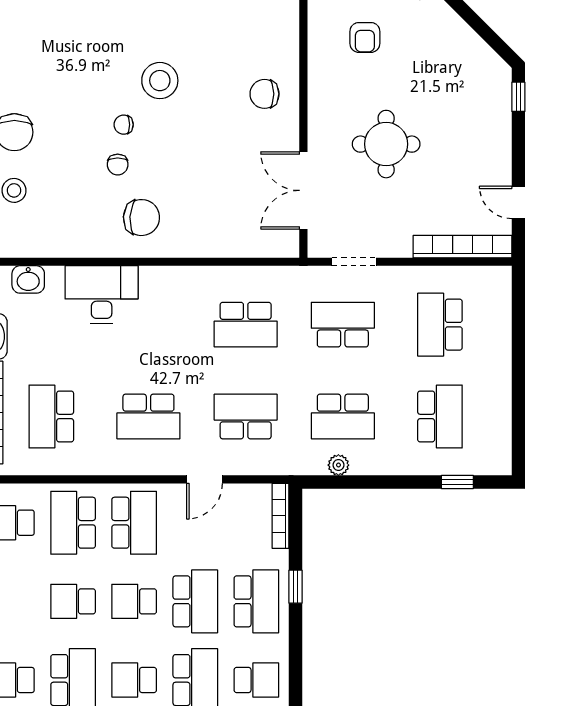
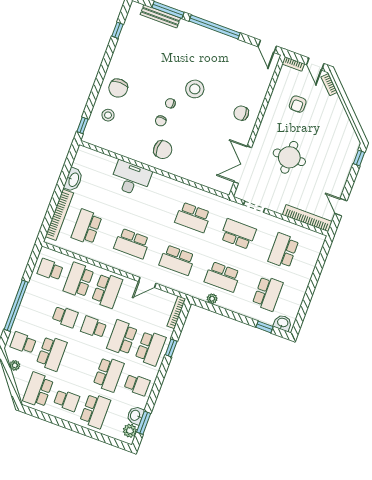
washbasin: (28, 279) -> (283, 323), moved, turned 180
school desk: (246, 416) -> (177, 260), turned 180
school desk: (73, 601) -> (65, 317), turned 180
school desk: (195, 601) -> (122, 338), turned 180
school desk: (134, 680) -> (80, 364), removed

